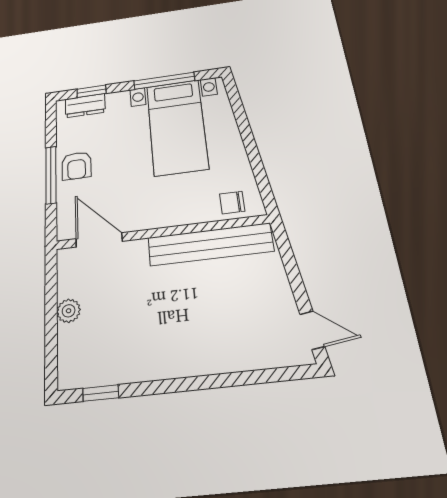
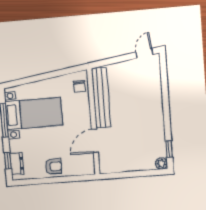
window: (51, 175) -> (58, 180), removed
door: (99, 240) -> (95, 141), moved
plant: (69, 311) -> (161, 164), moved

